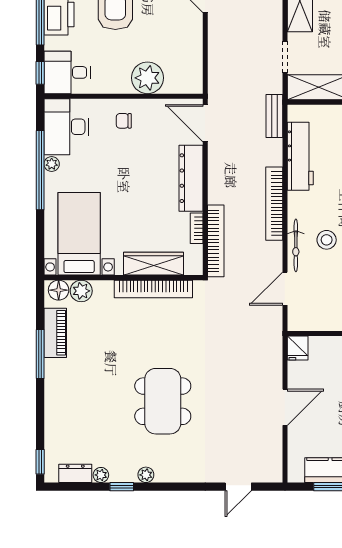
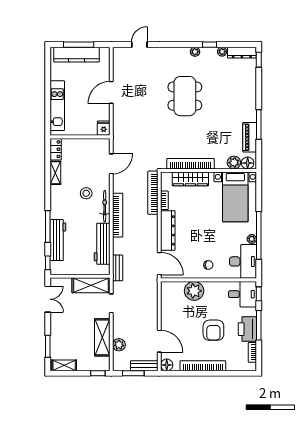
bicycle: (296, 245) -> (105, 206), moved
dresser: (75, 473) -> (242, 53), width x1.44

